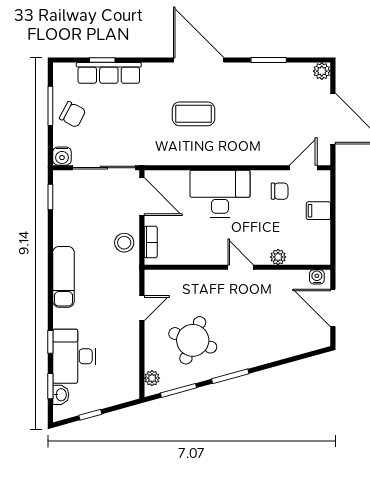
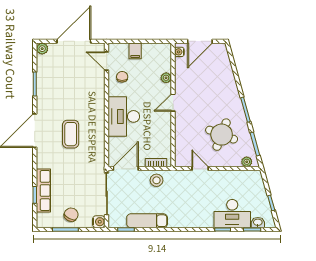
exam couch: (63, 277) -> (147, 221), moved

